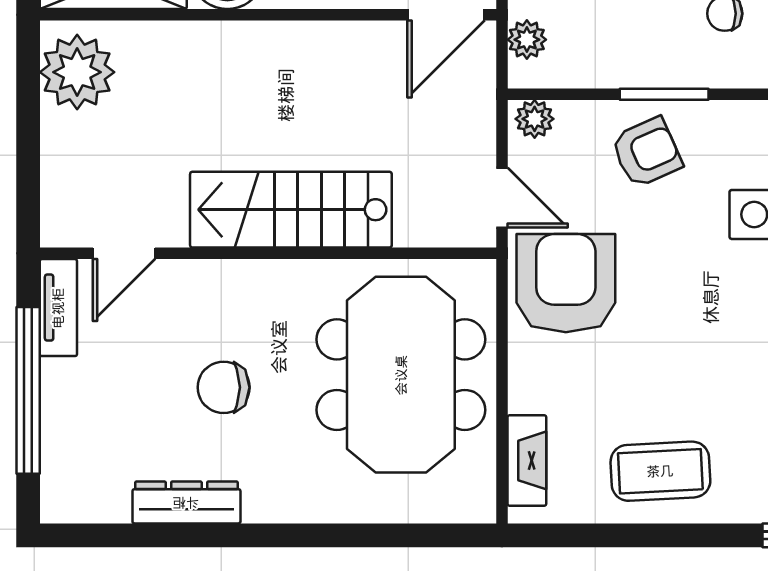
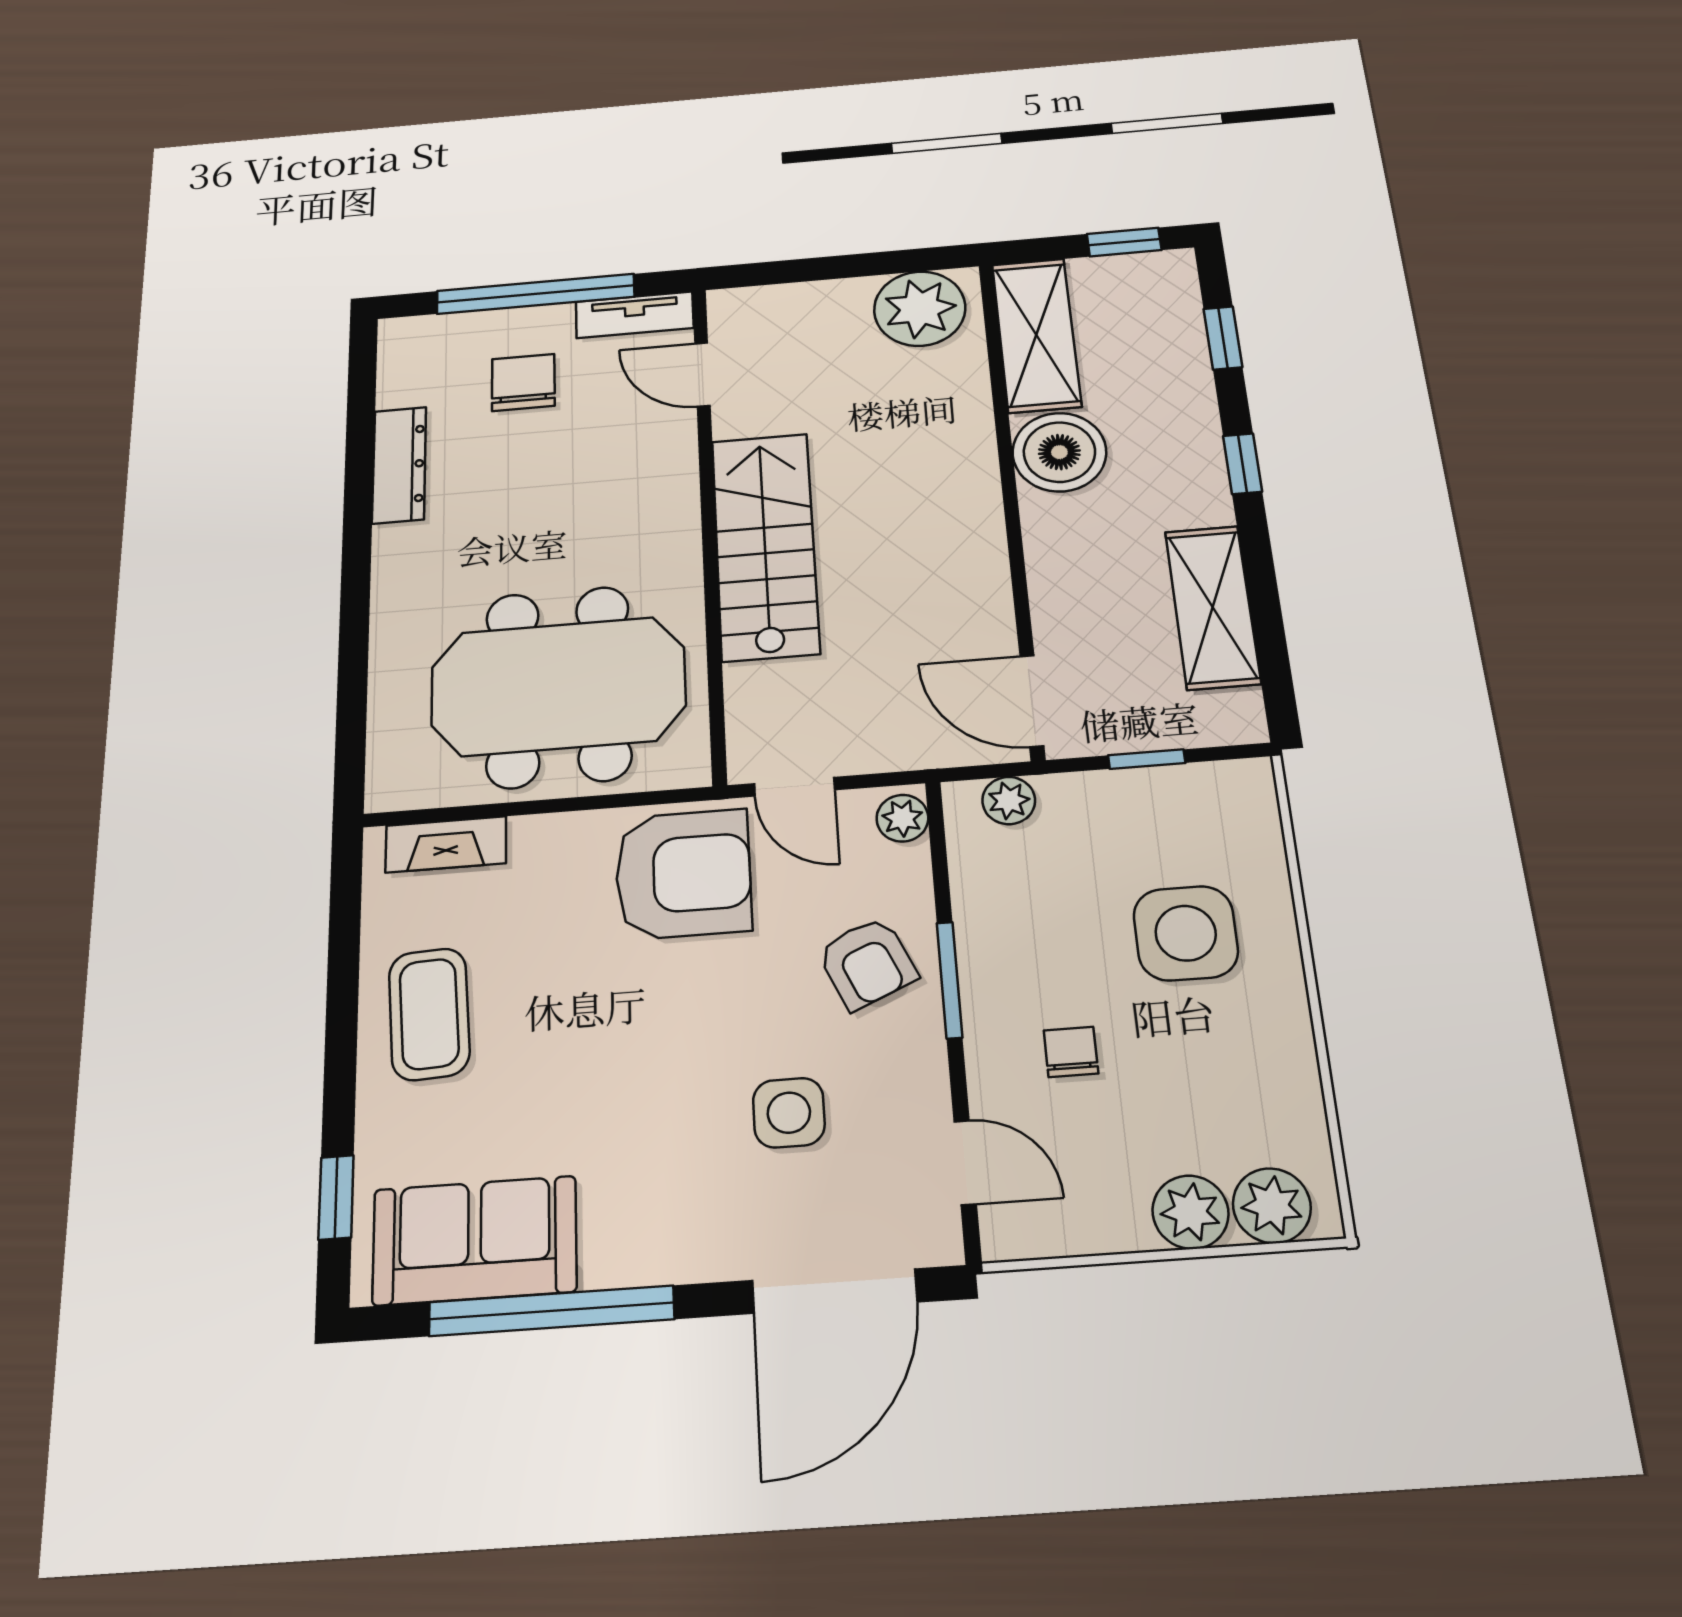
door: (502, 198) -> (794, 787), hinge flipped
chair: (224, 387) -> (523, 382), moved

